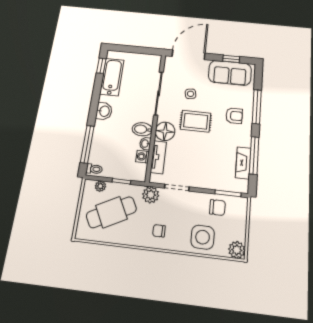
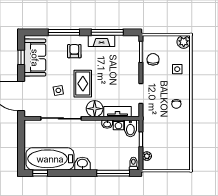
bathtub: (112, 77) -> (50, 159), width x1.36, depth x1.36
bidet: (142, 129) -> (130, 128), moved
fireplace: (243, 163) -> (102, 41), moved
plant: (151, 195) -> (149, 114), removed
cafe table: (111, 212) -> (166, 144), removed
side table: (203, 237) -> (177, 69), width x0.54, depth x0.54

